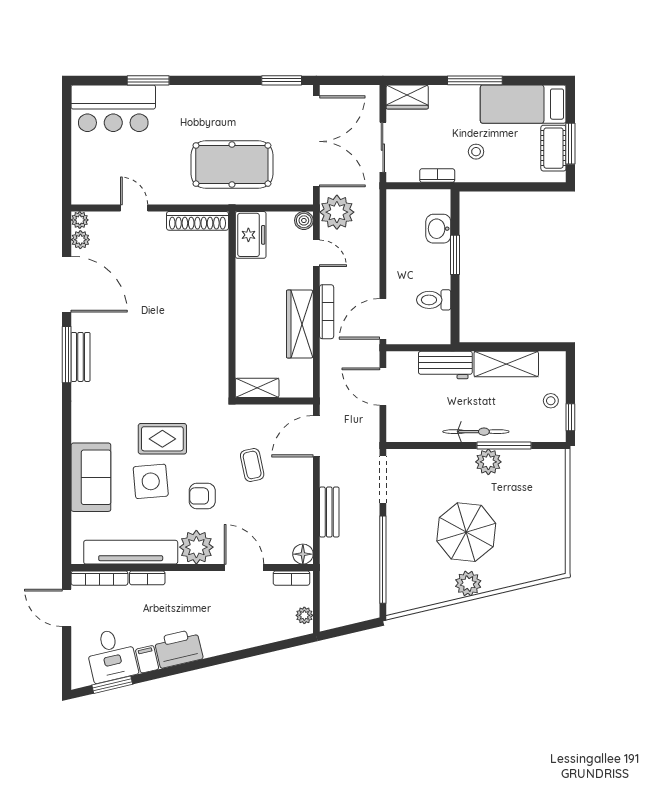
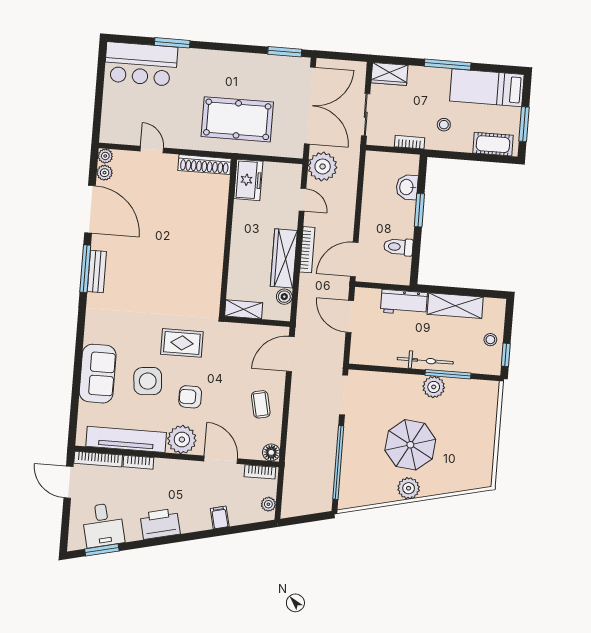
cot: (553, 148) -> (493, 144), moved, turned 90
boiler: (304, 220) -> (284, 297), moved
rug: (162, 439) -> (182, 343), moved
coffee table: (252, 465) -> (261, 404), moved
bench: (329, 512) -> (296, 419), removed
filing cabinet: (147, 659) -> (220, 518), moved

